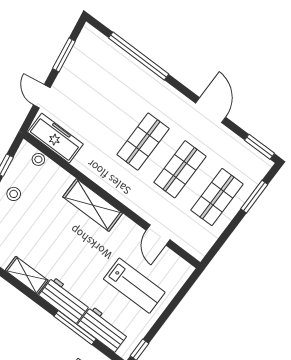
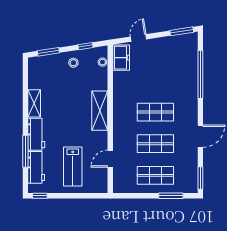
window: (64, 55) -> (182, 31), moved
freezer: (55, 138) -> (121, 58), width x0.71

